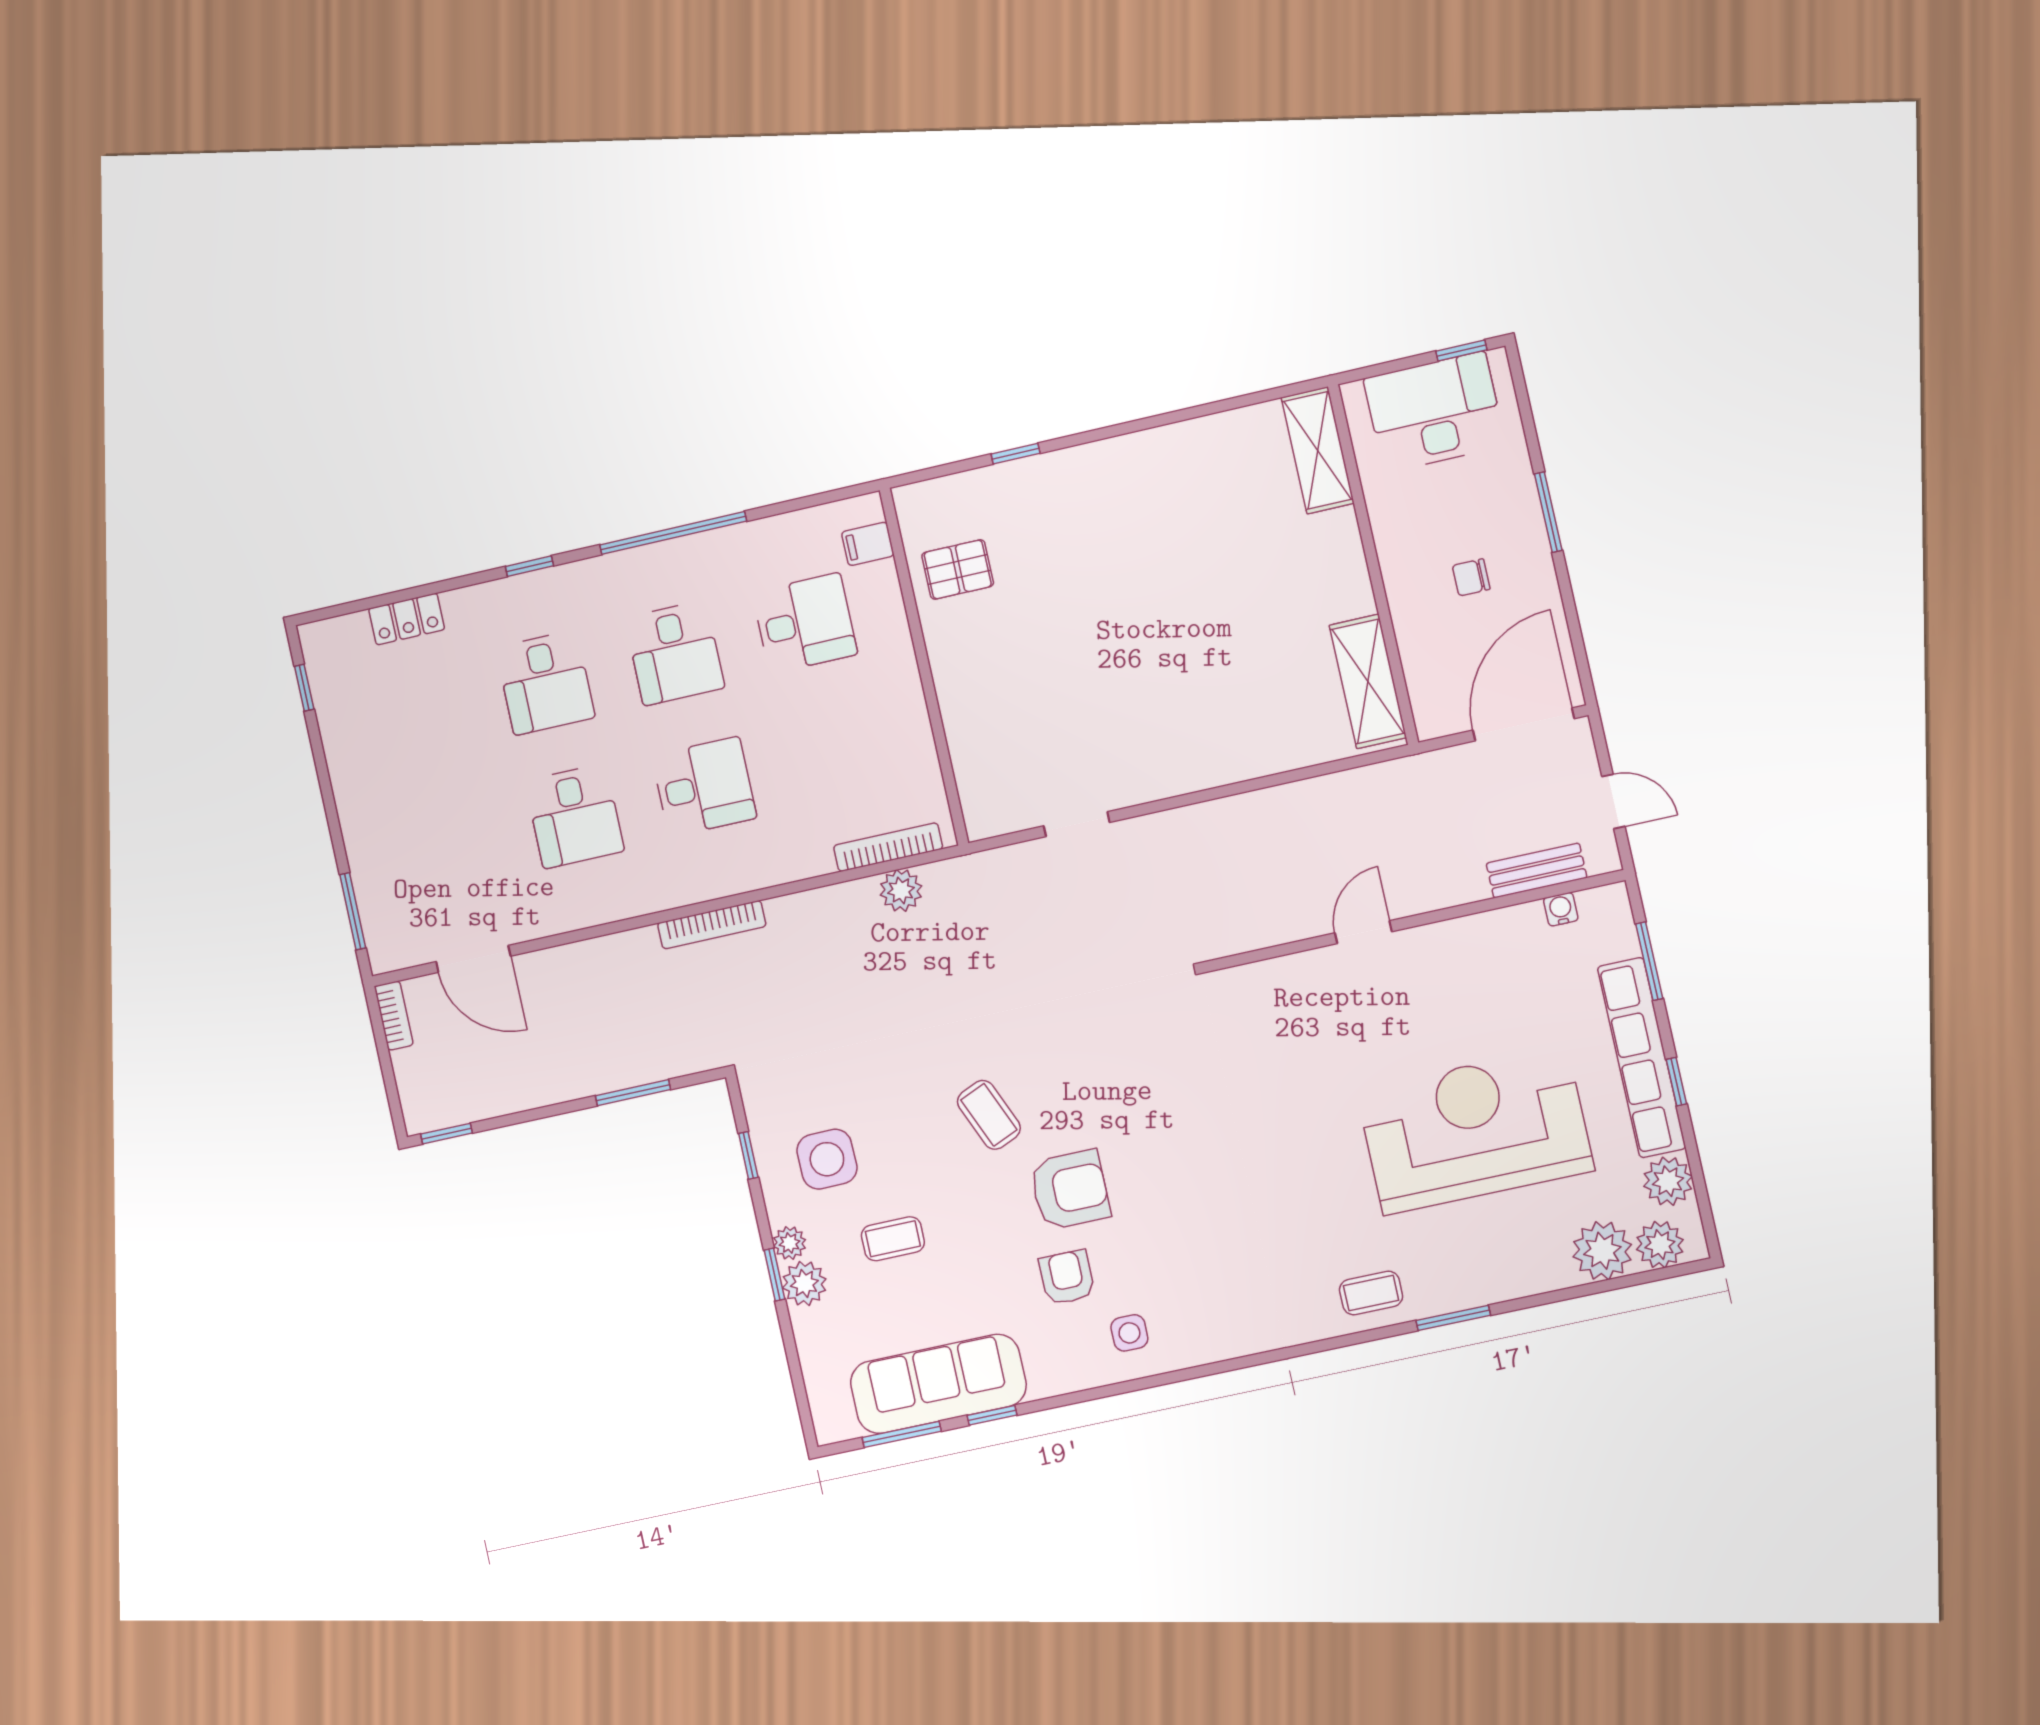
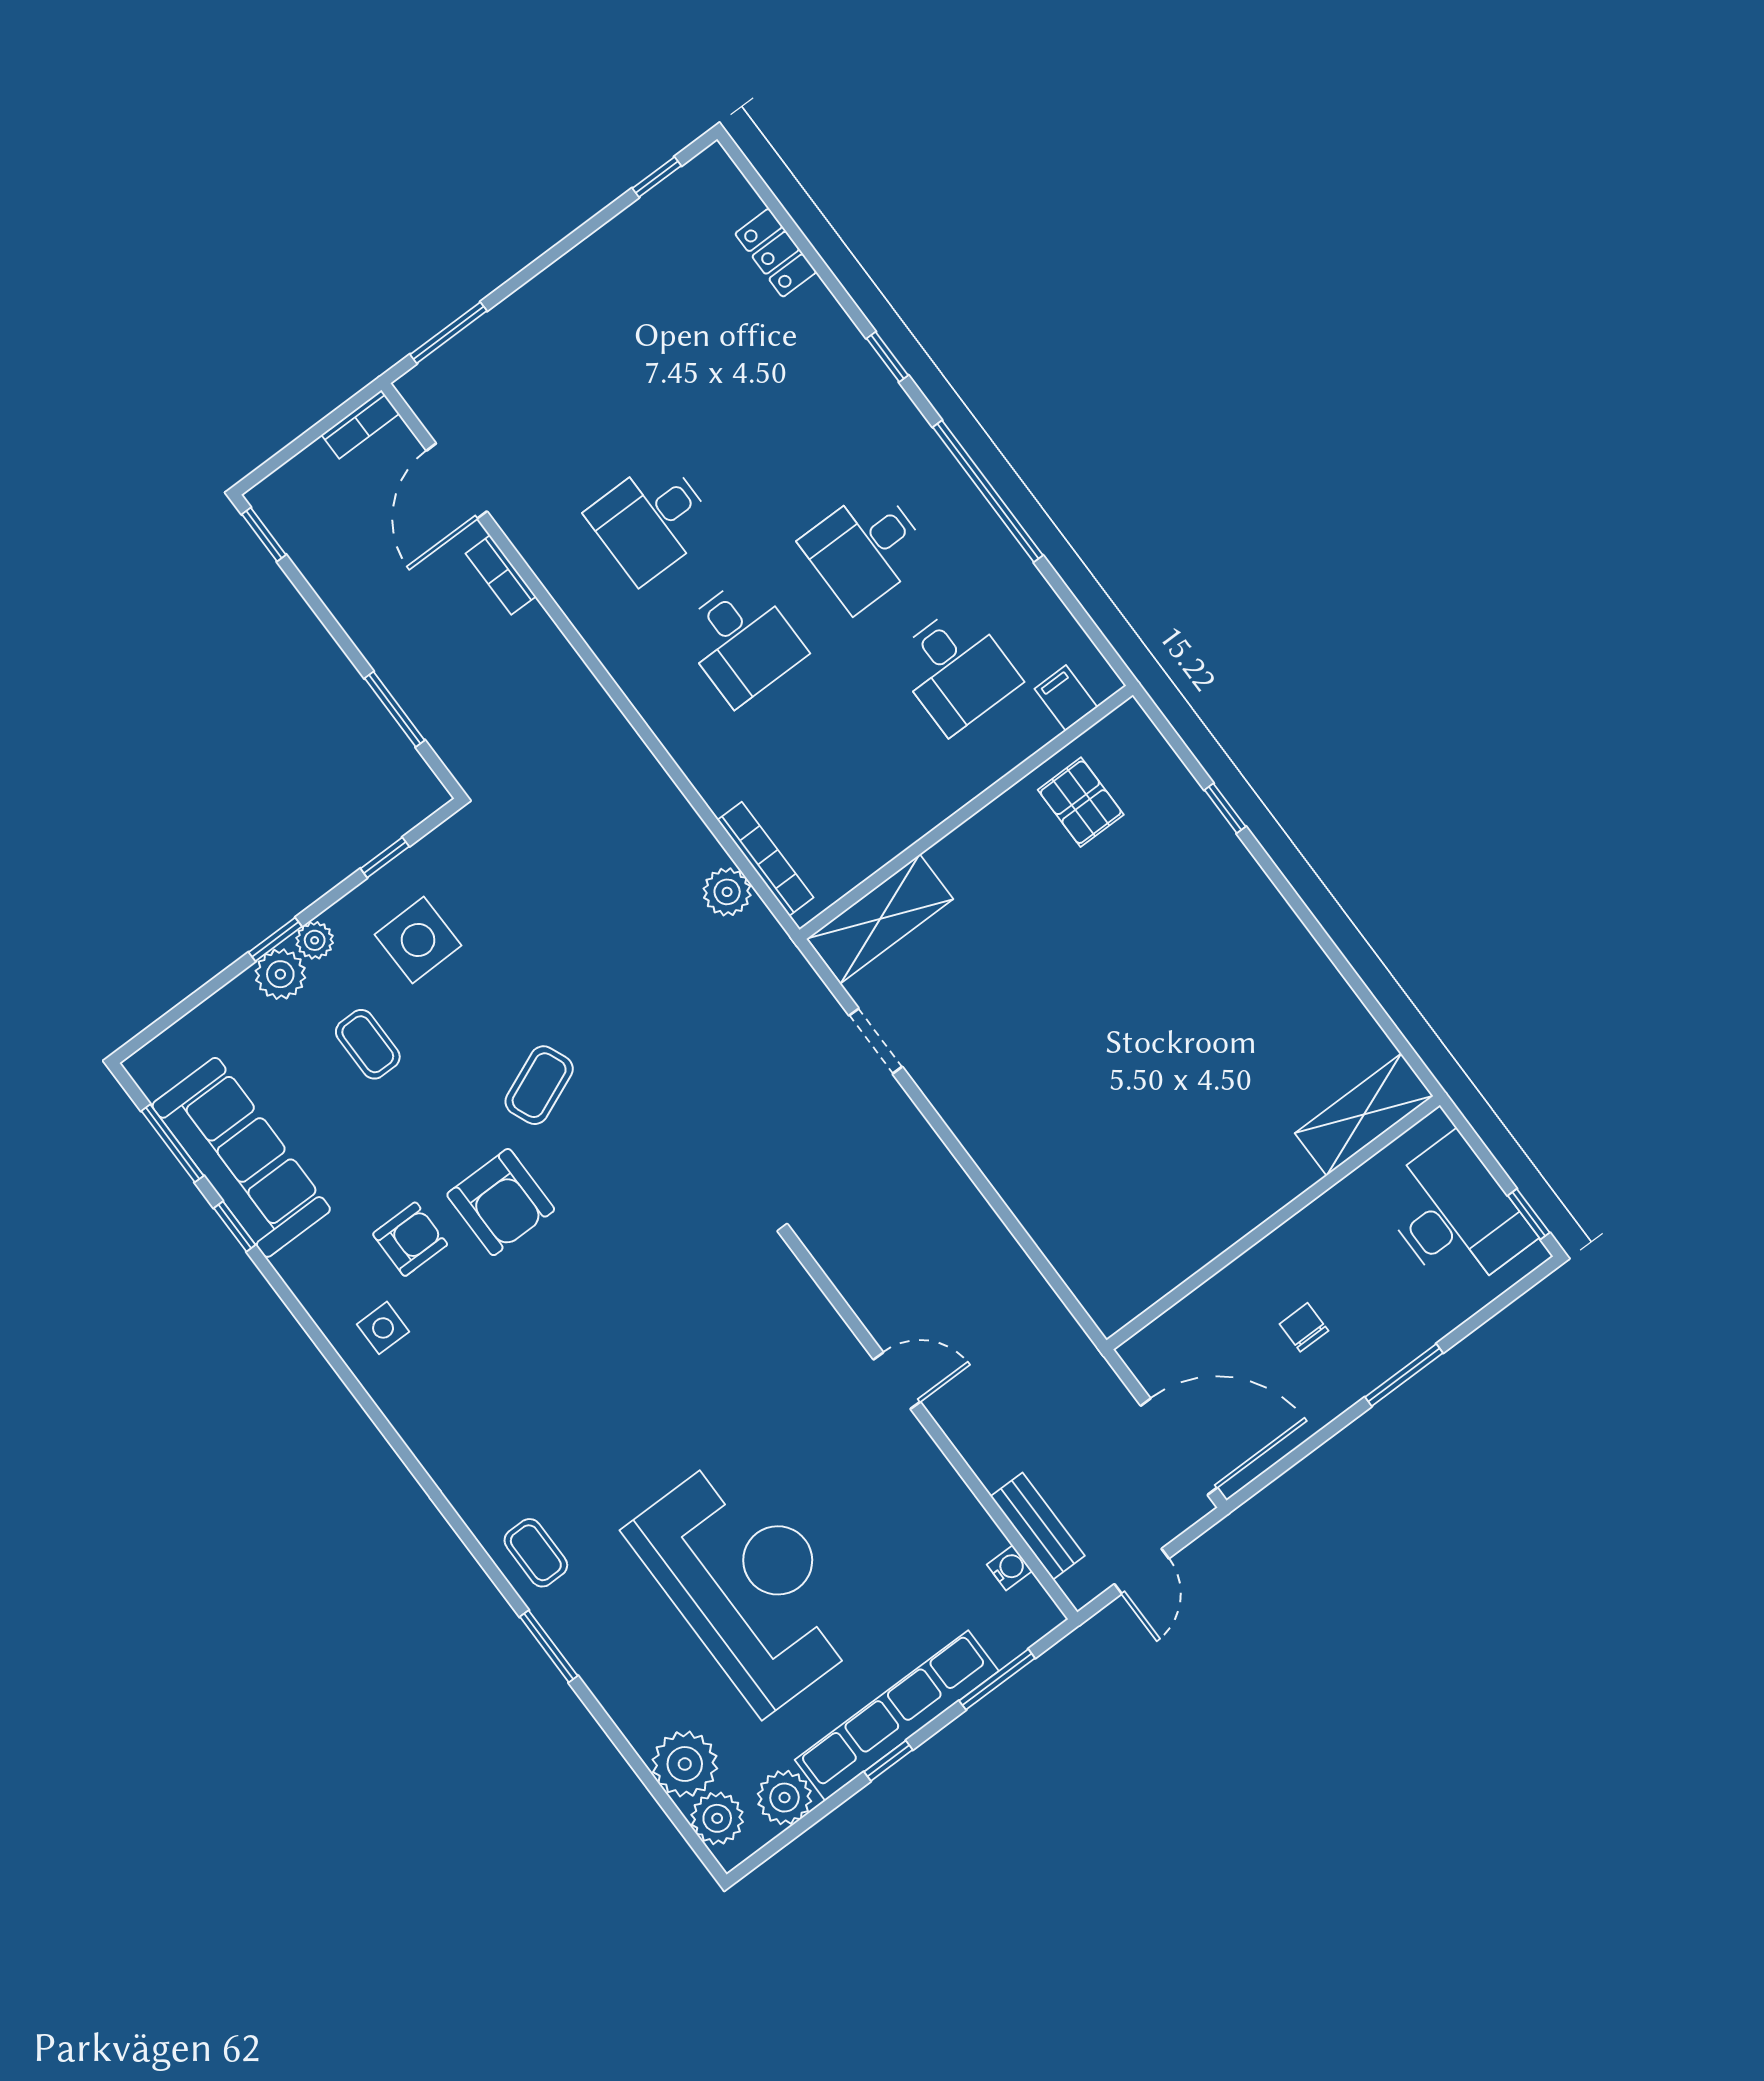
shelving: (1368, 681) -> (880, 919), moved
desk: (545, 683) -> (775, 428), removed
bookcase: (712, 925) -> (501, 575), moved, width x0.64

